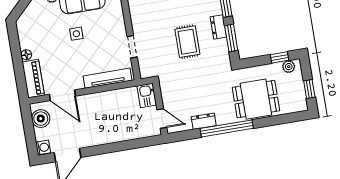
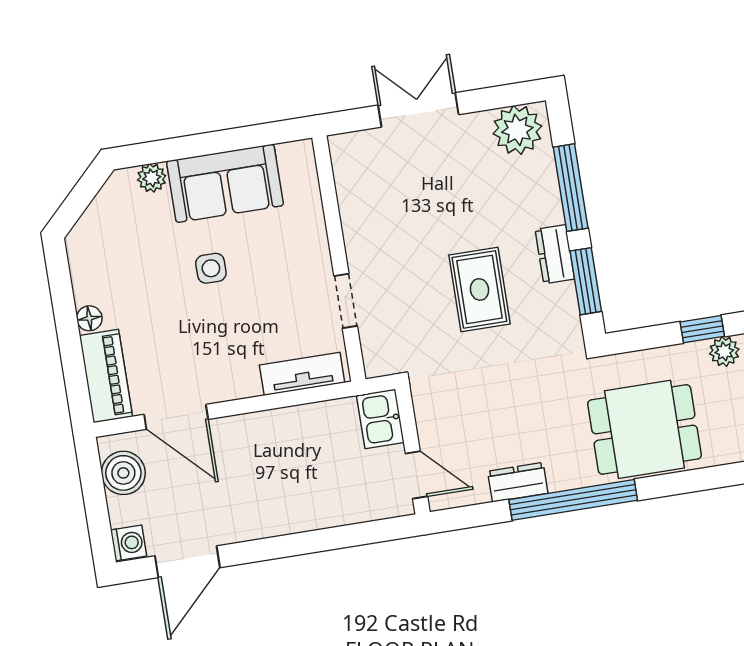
tv unit: (108, 78) -> (302, 374), width x0.71

